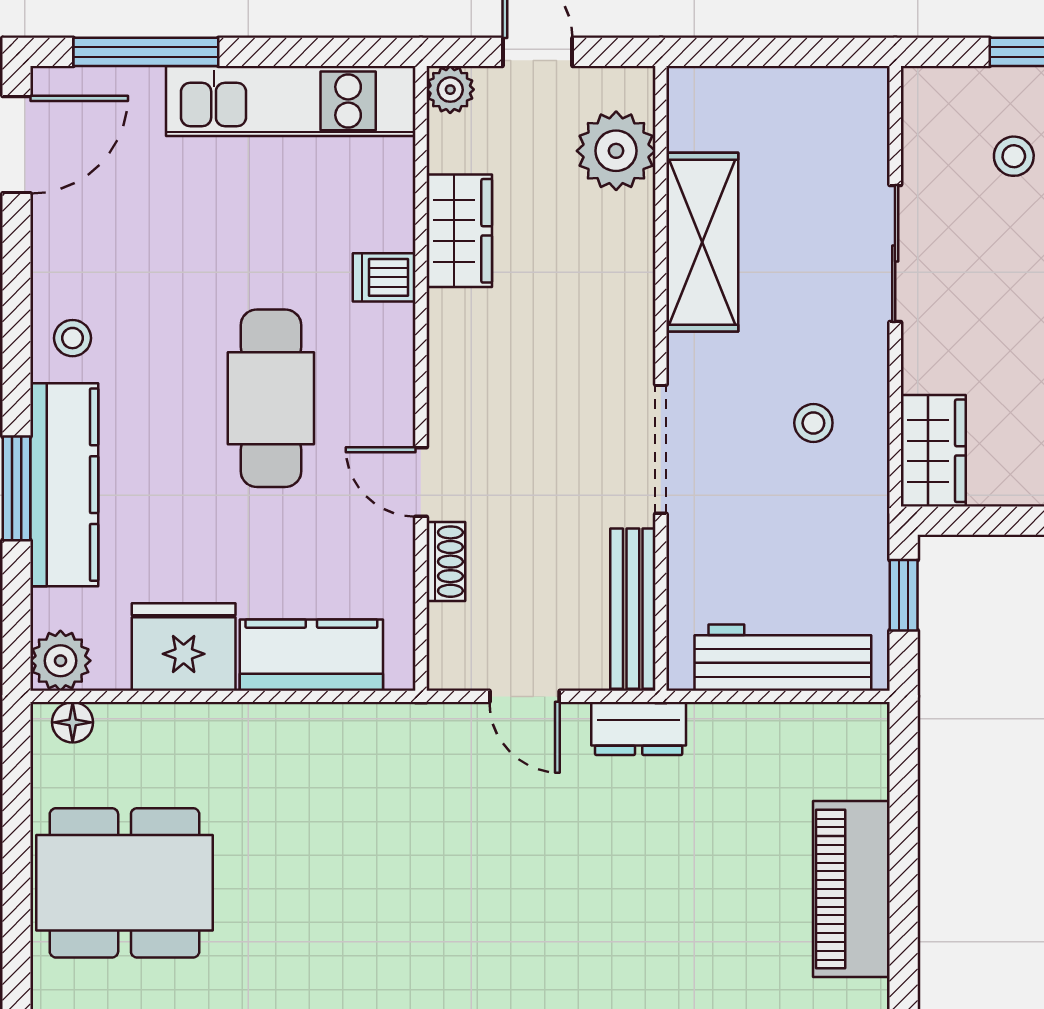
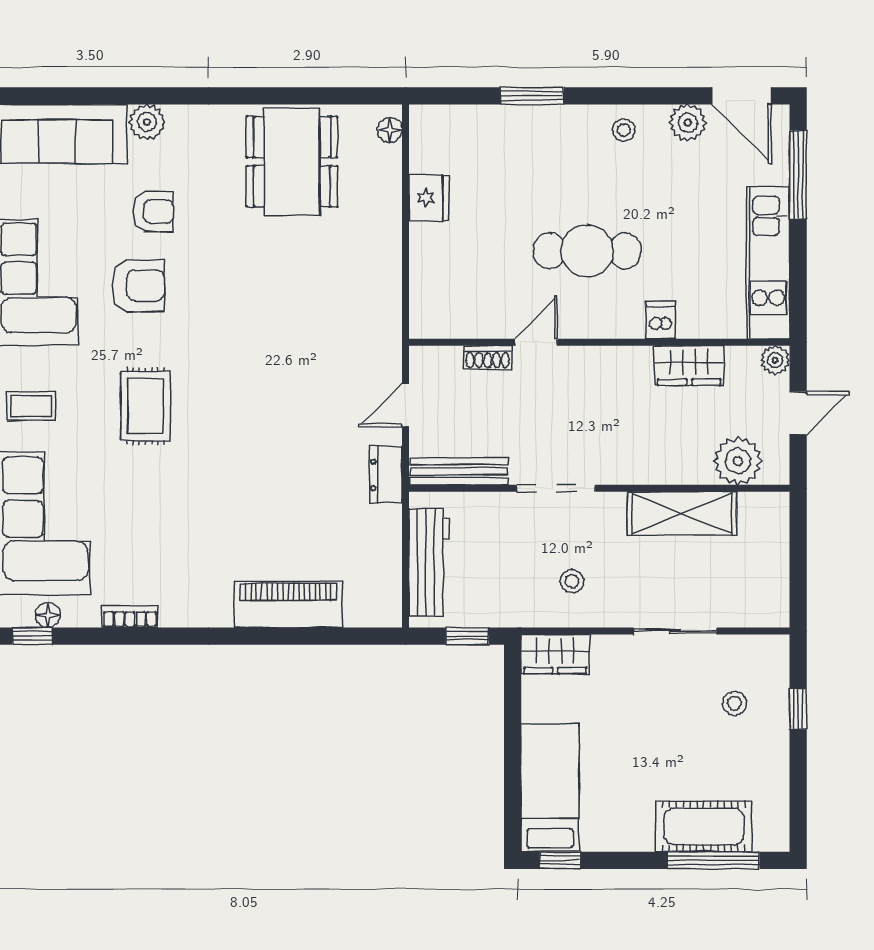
kitchen counter: (64, 485) -> (535, 125), removed
fridge: (184, 647) -> (429, 198), width x0.73, depth x0.75
kitchen counter: (311, 655) -> (431, 275), removed
plant: (60, 661) -> (688, 123), moved

